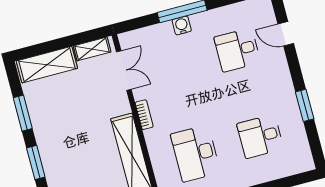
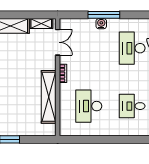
desk: (237, 50) -> (132, 48), width x1.37

